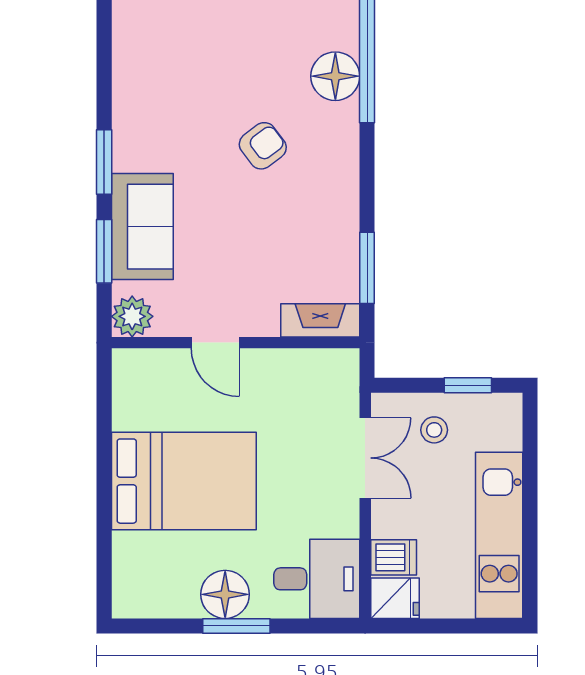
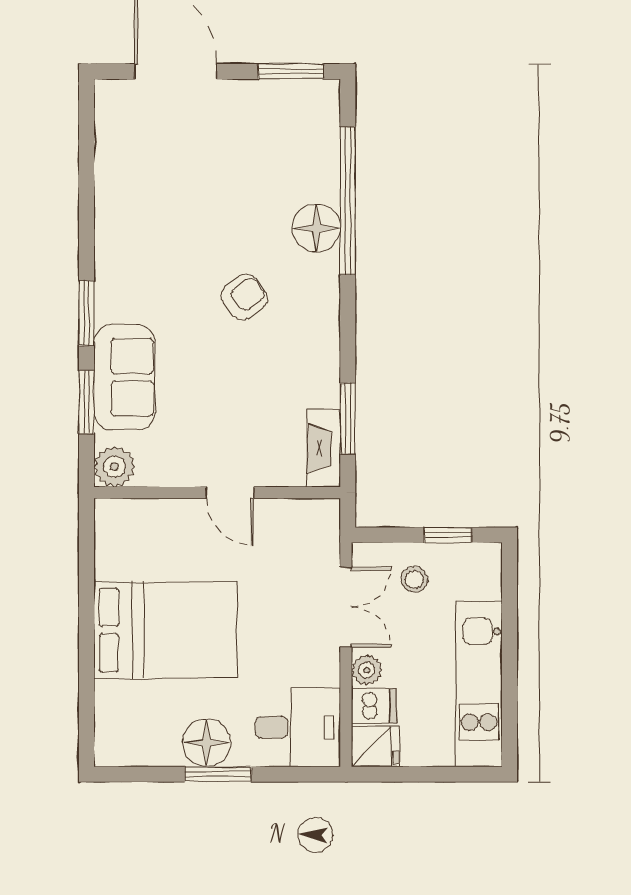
fireplace: (320, 320) -> (324, 448), moved, turned -90
door: (215, 343) -> (230, 493), moved
plant: (386, 521) -> (367, 670), added

